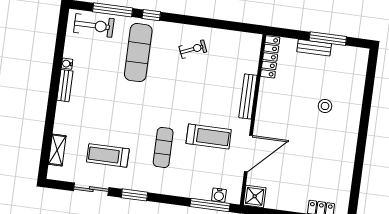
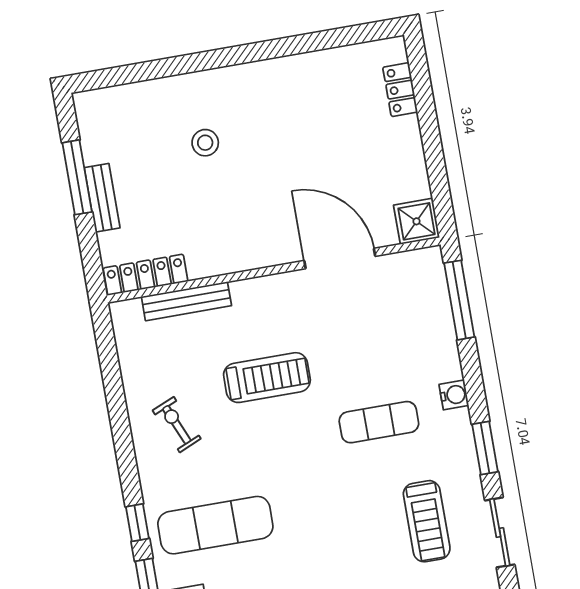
bench: (248, 96) -> (186, 301), moved
treadmill: (209, 137) -> (267, 378), moved, turned 90
water cooler: (219, 195) -> (454, 395), moved

